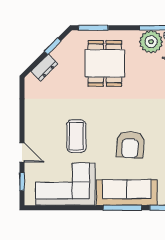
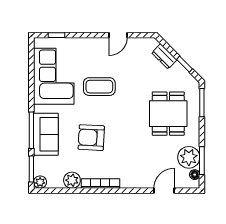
dining table: (105, 63) -> (168, 114), turned 90
door: (22, 153) -> (118, 35), moved
sofa: (127, 193) -> (46, 134), width x0.73

